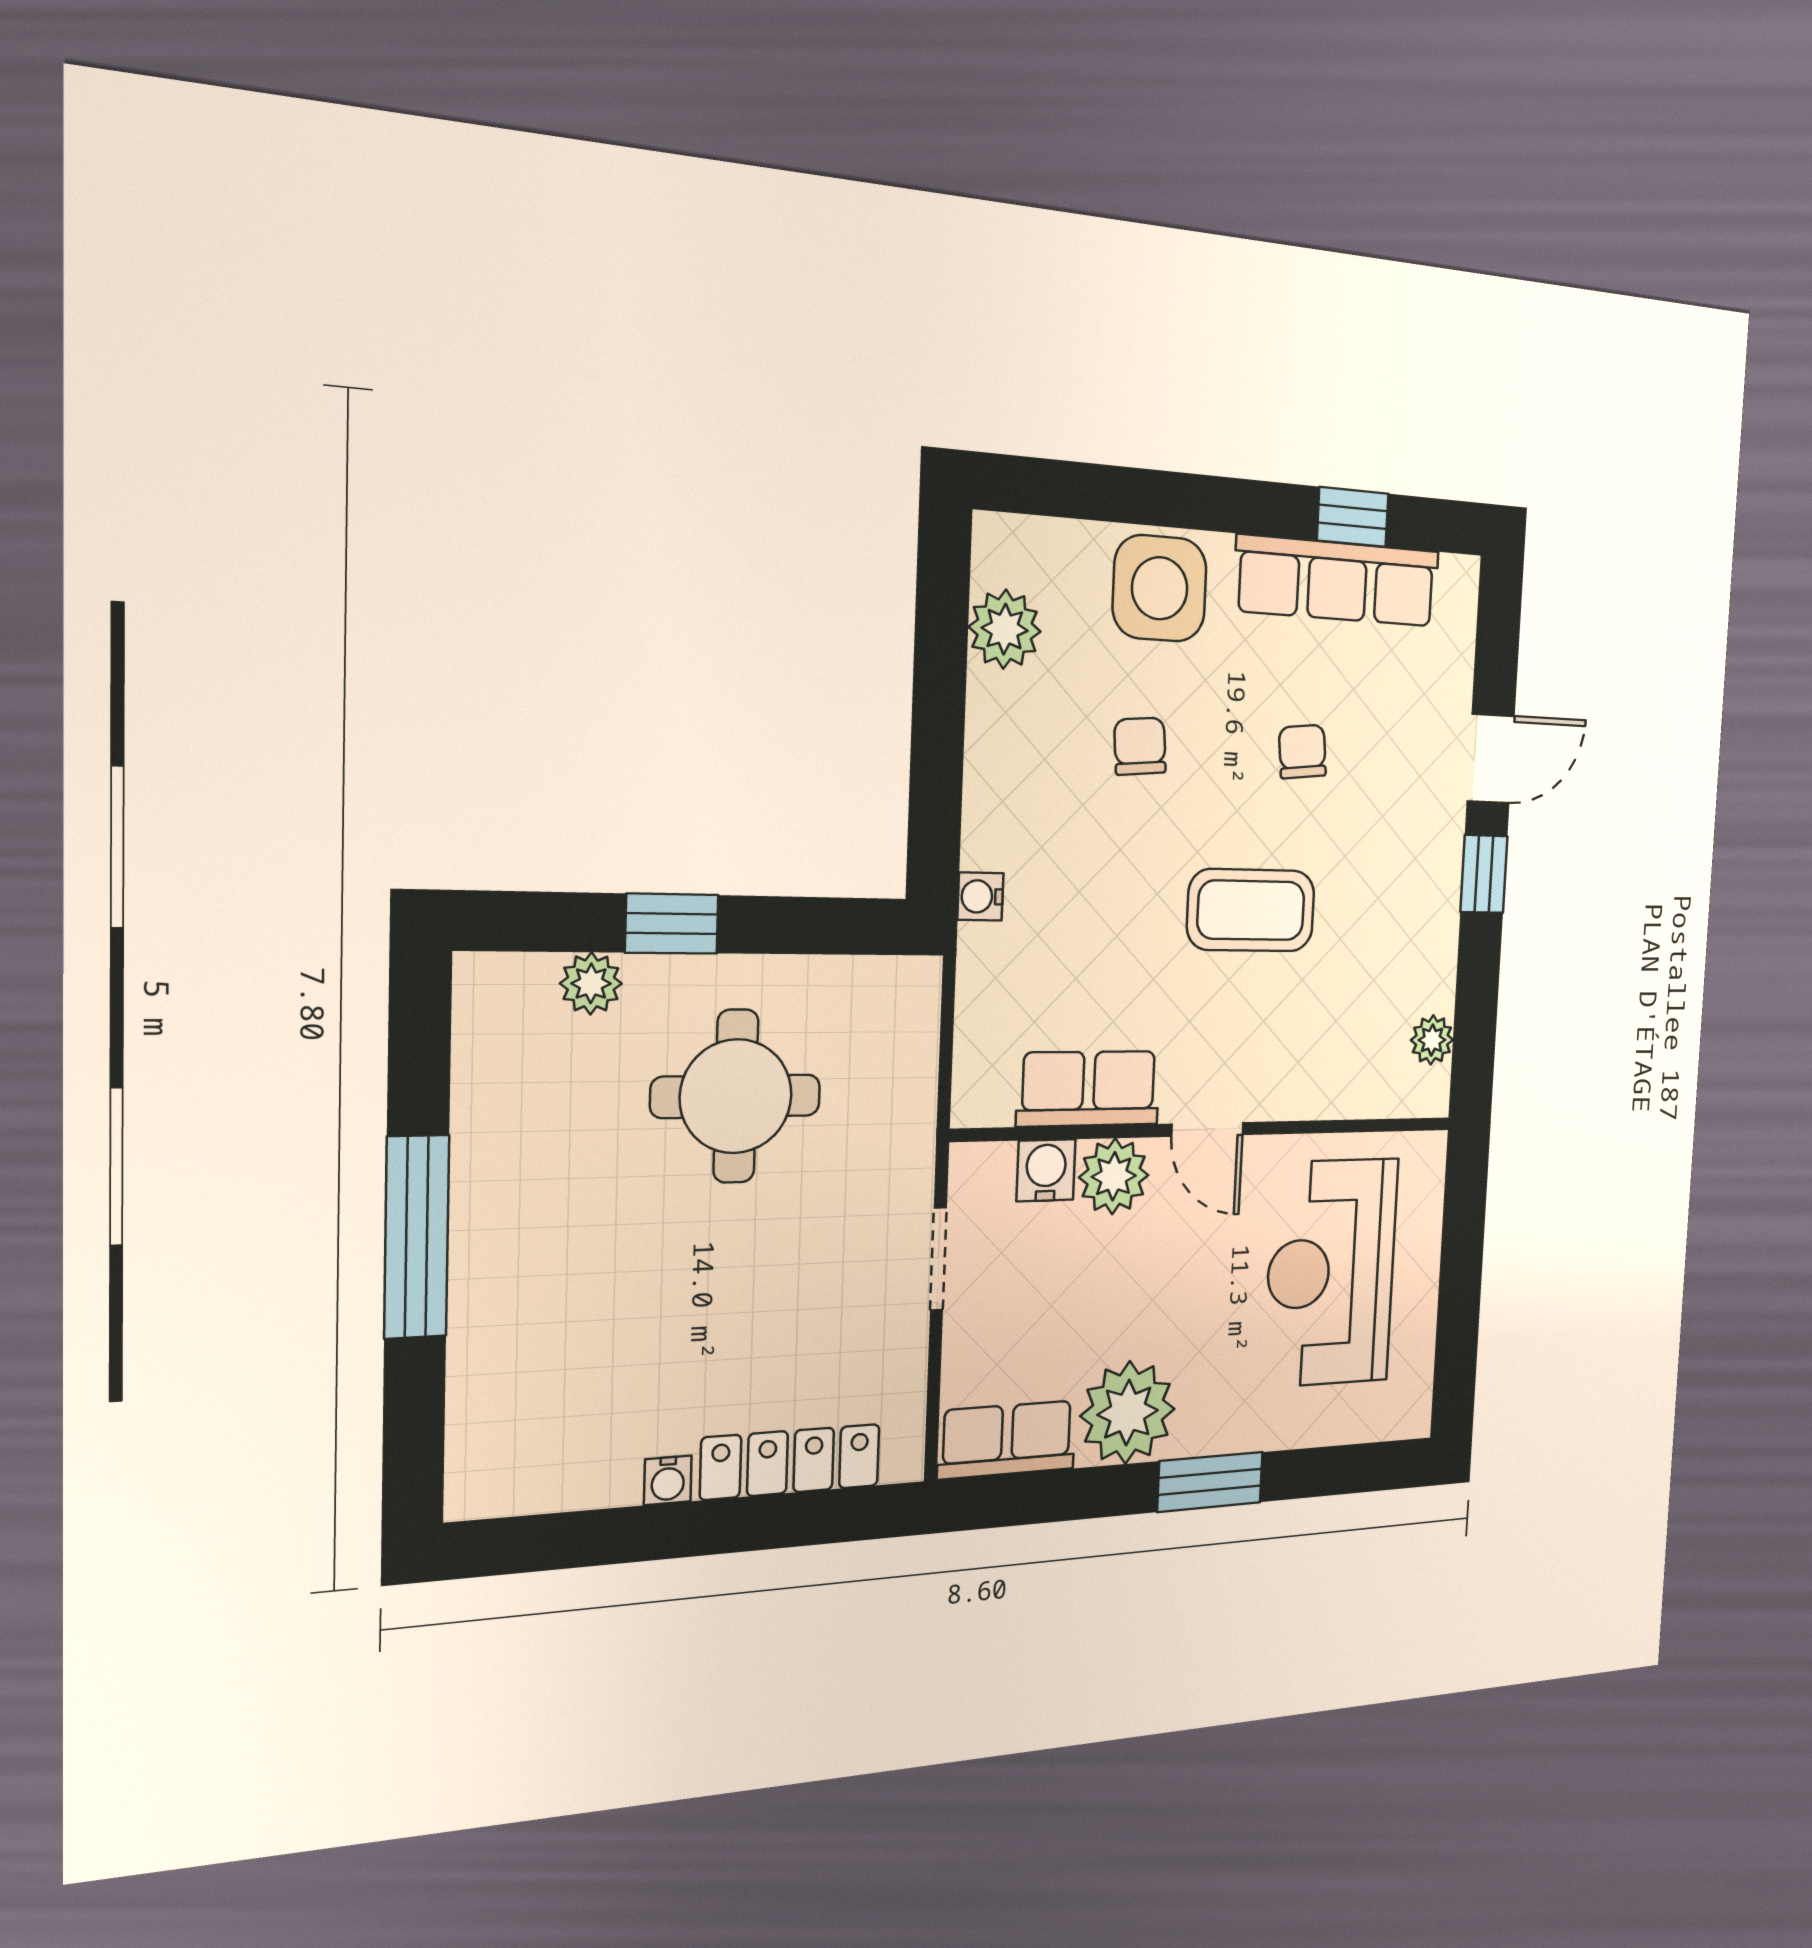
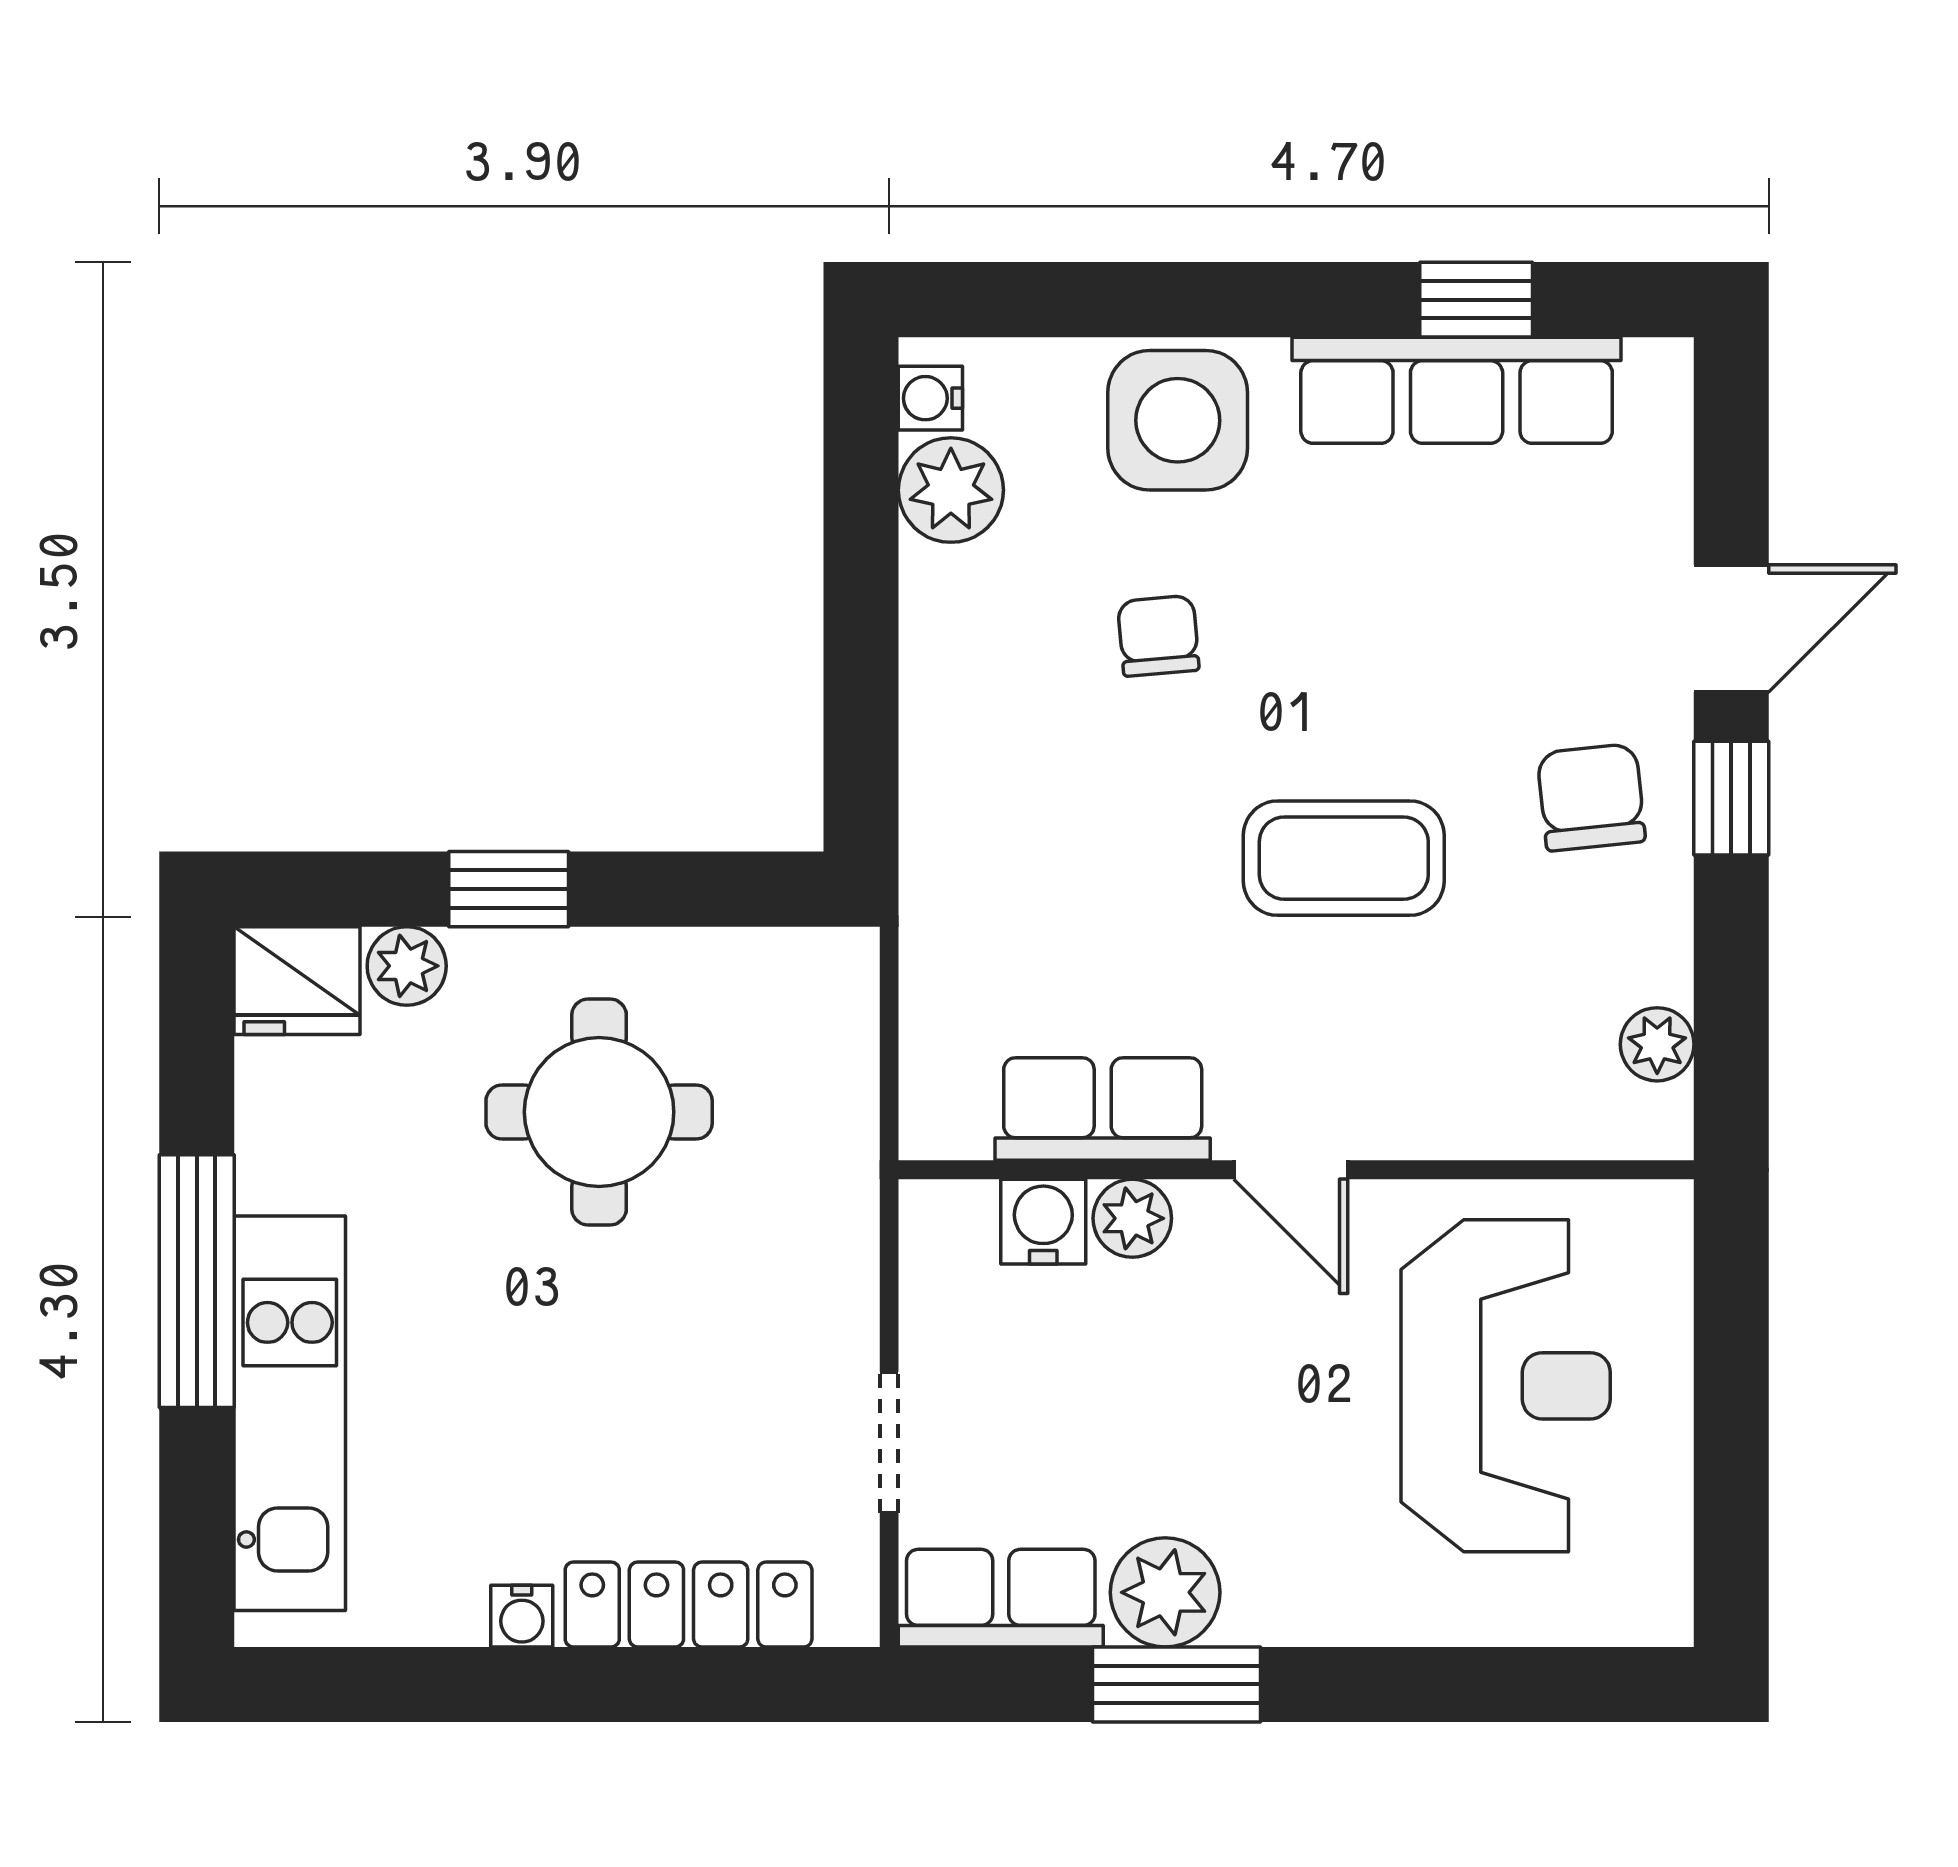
chair: (1302, 752) -> (1591, 797), moved, width x1.37, depth x1.37
water cooler: (980, 897) -> (930, 398), moved
fridge: (503, 995) -> (297, 981), added
plant: (1114, 1176) -> (1132, 1218), width x0.73, depth x0.73
doorway: (938, 1259) -> (889, 1442), moved
reception desk: (1331, 1273) -> (1506, 1386), turned 180
kitchen unit: (491, 1338) -> (290, 1413), added
plant: (1128, 1413) -> (1165, 1592), width x0.73, depth x0.73
window: (1210, 1482) -> (1177, 1684), moved

